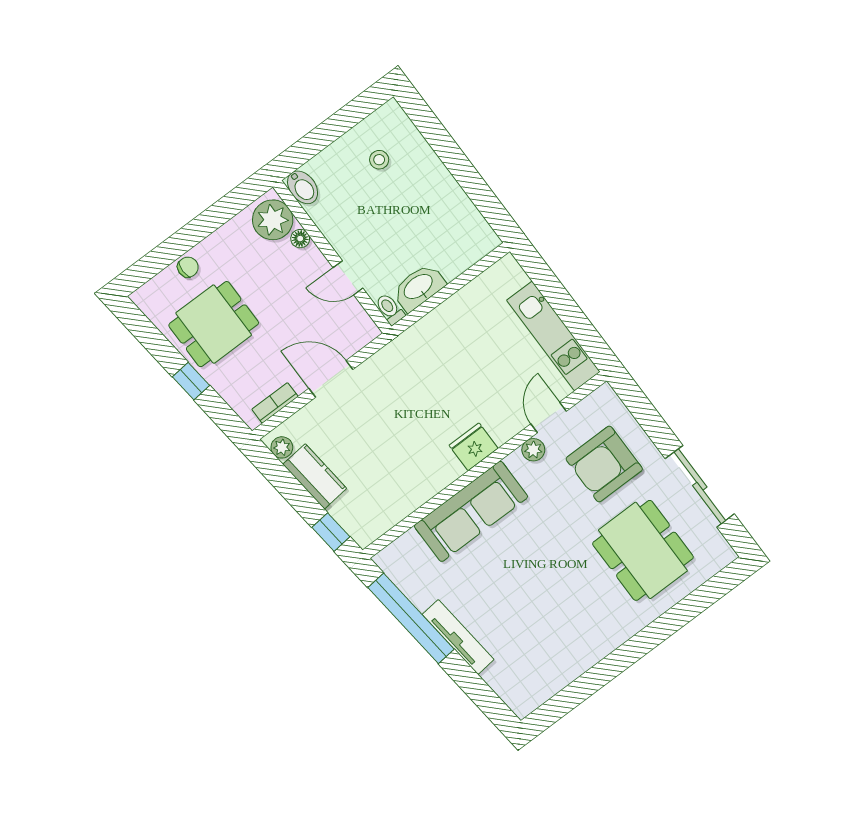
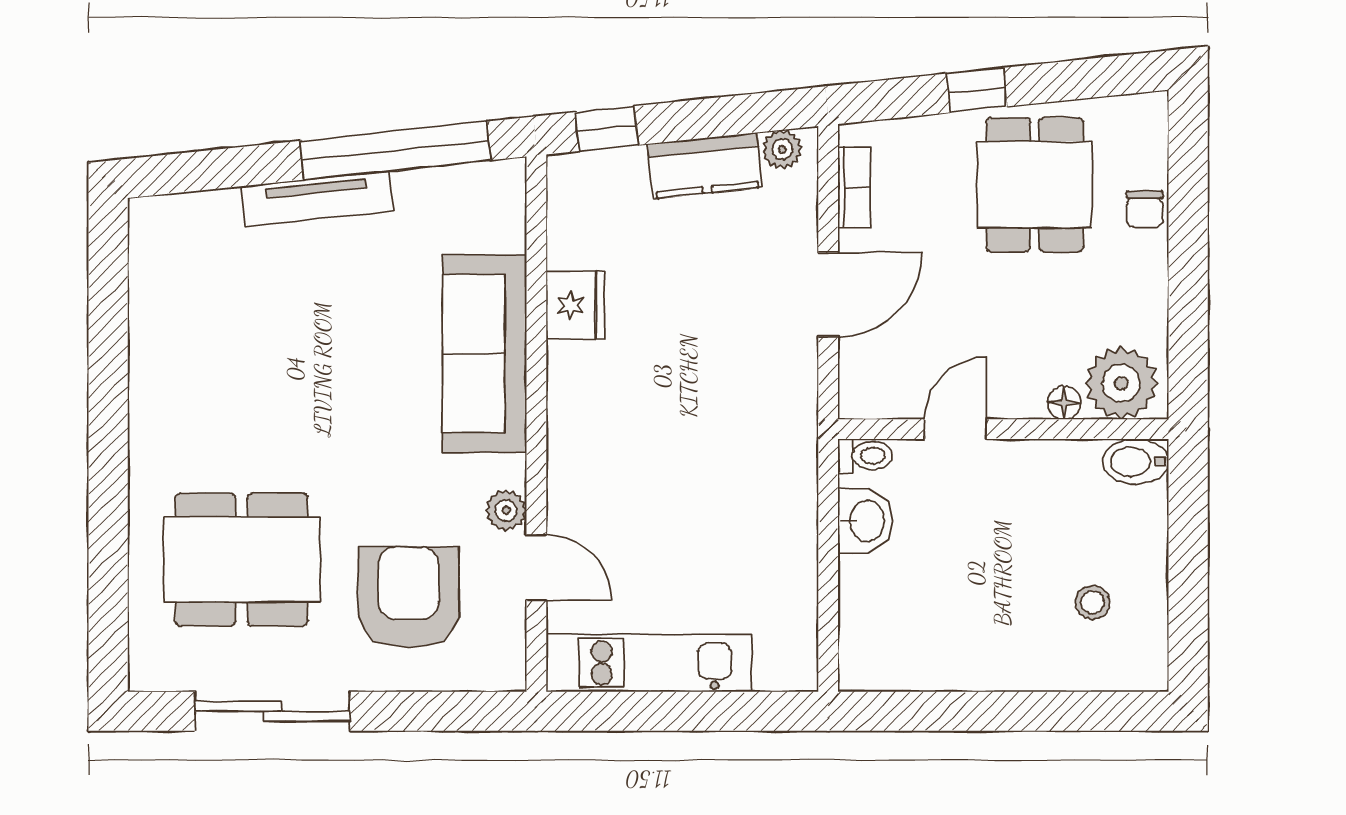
washbasin: (419, 287) -> (865, 521), width x0.72
fridge: (473, 447) -> (575, 305), moved

